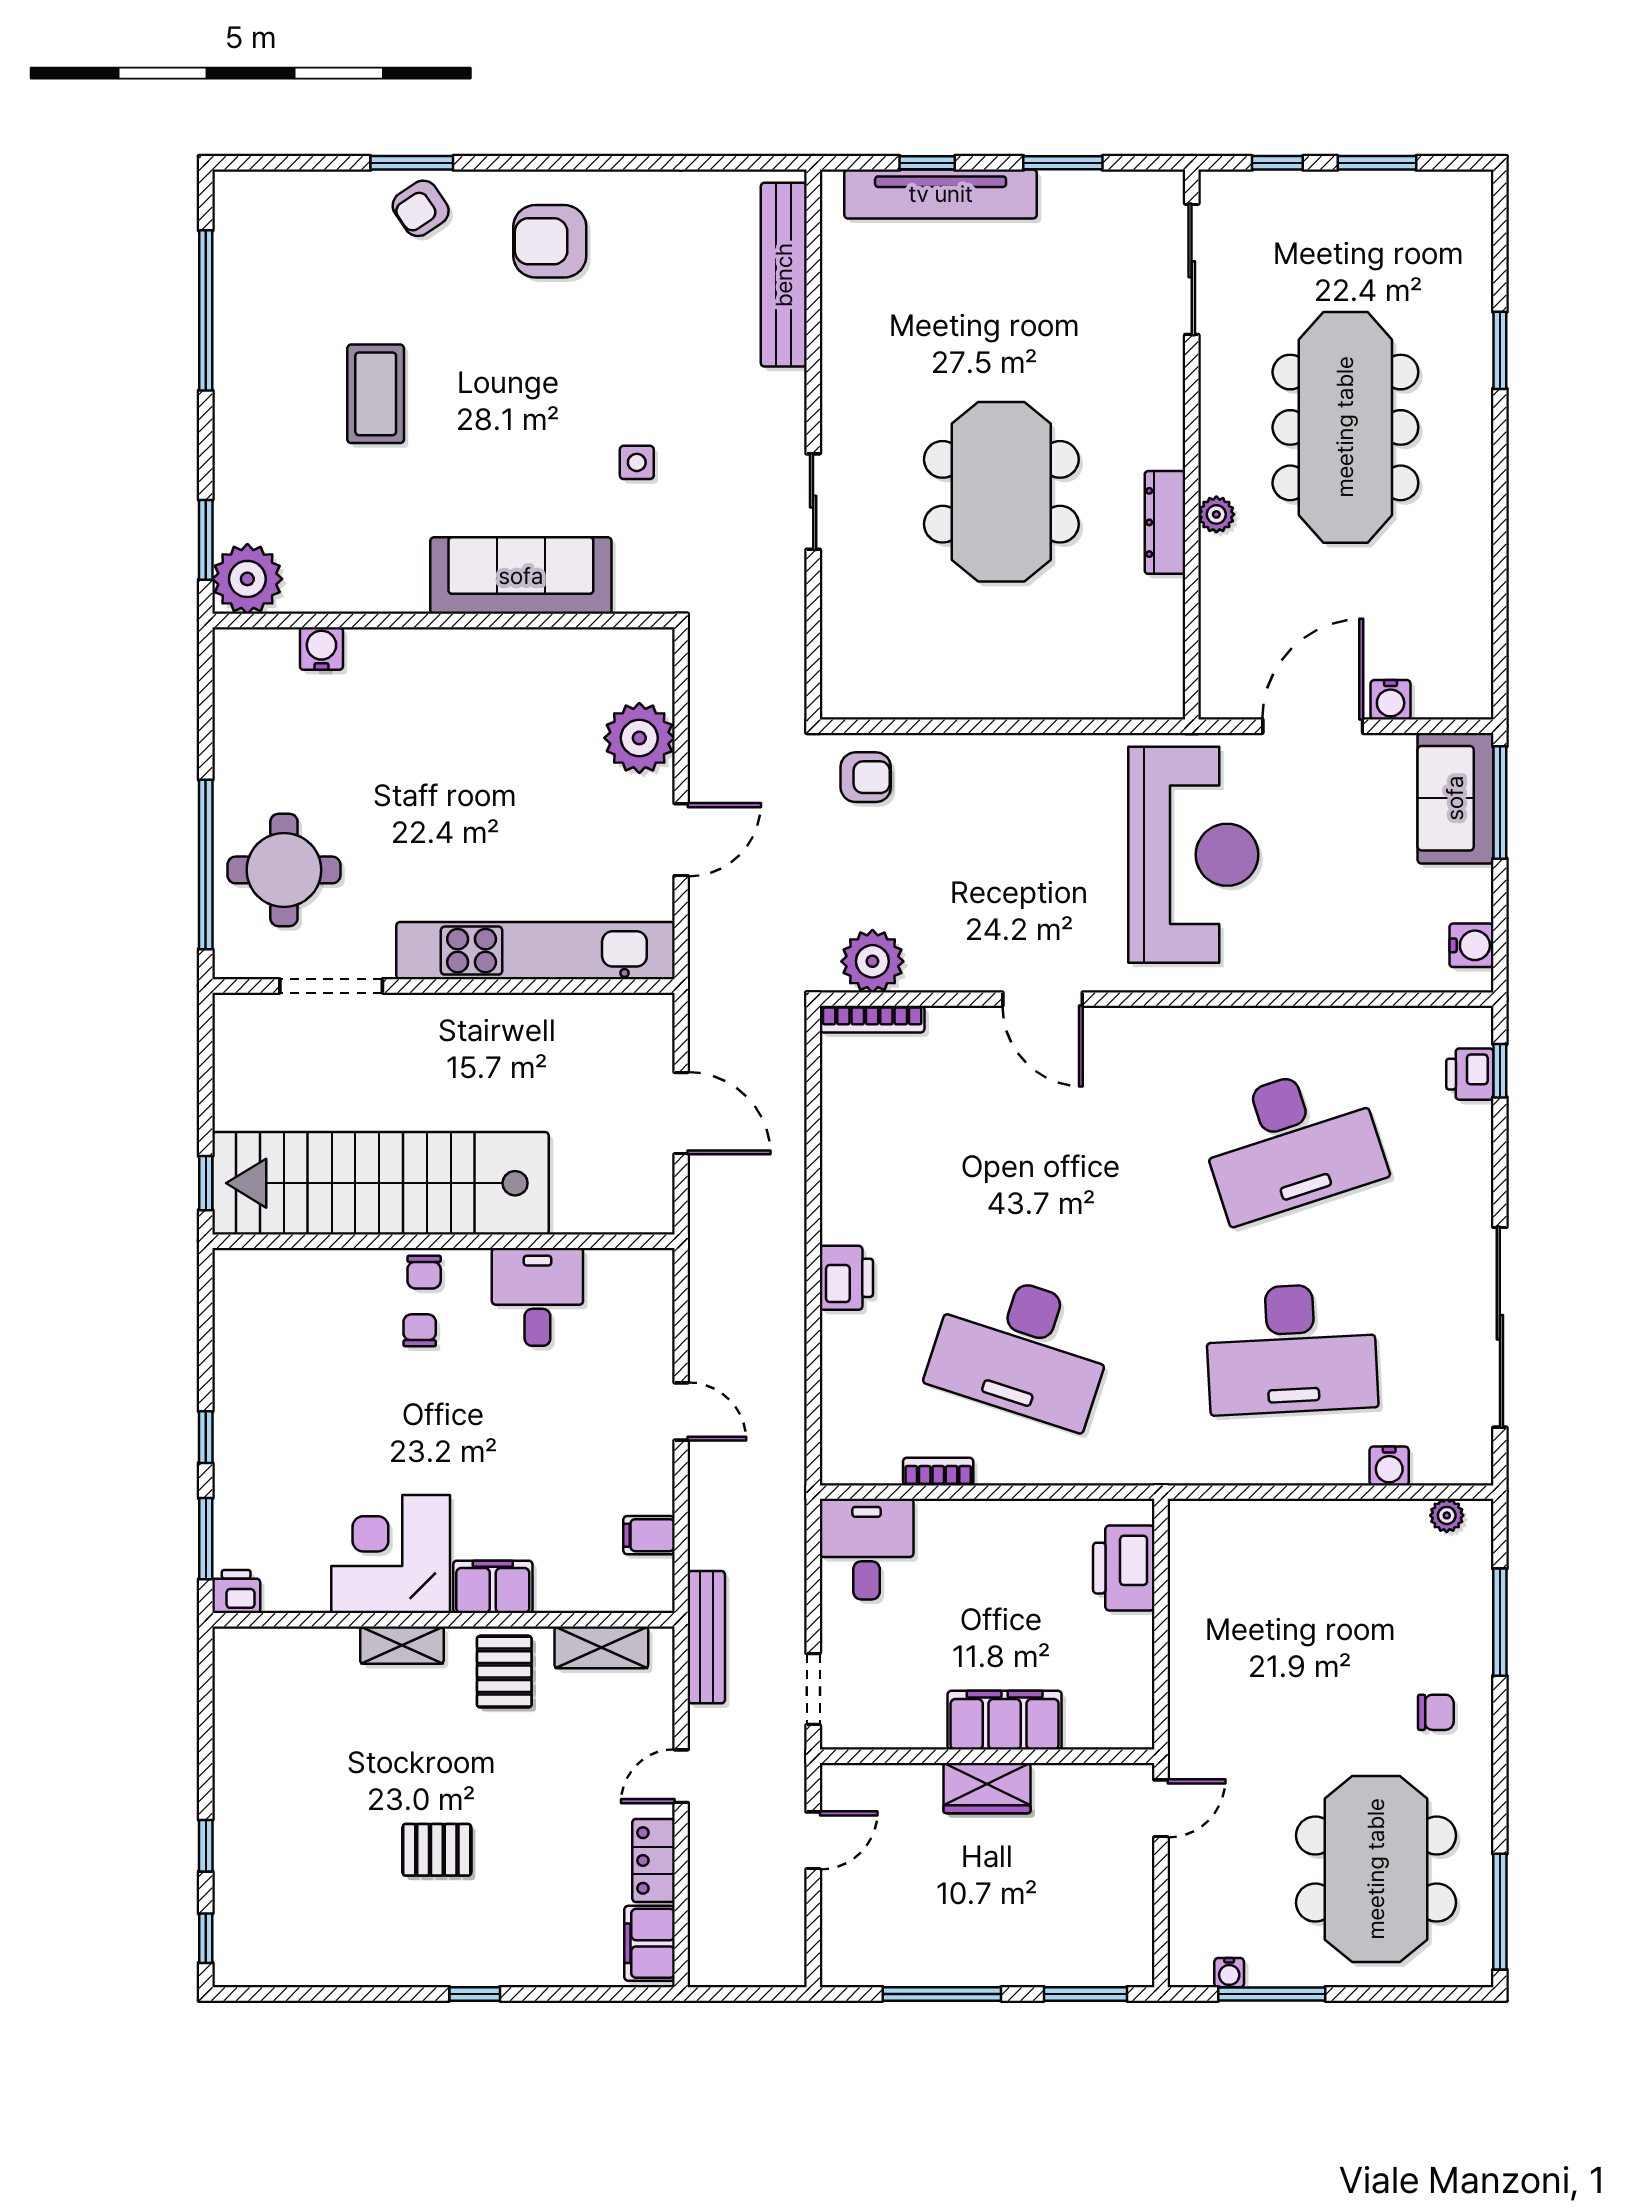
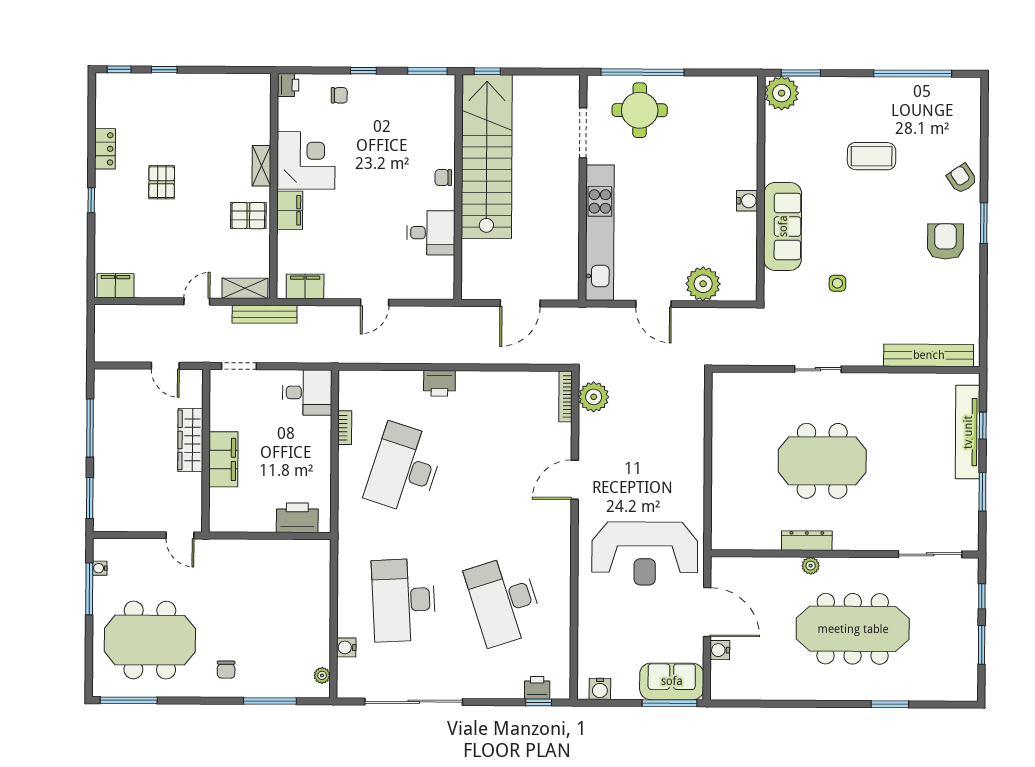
window: (412, 163) -> (984, 223), moved
water cooler: (321, 649) -> (747, 201), moved
armchair: (866, 777) -> (683, 394), removed
chair: (420, 1330) -> (339, 95), moved
filing cabinet: (649, 1535) -> (305, 286), width x2.00
window: (206, 1539) -> (427, 71), moved
shelving: (601, 1647) -> (245, 288), moved, turned 90
door: (681, 1776) -> (197, 302), hinge flipped
wardrobe: (987, 1788) -> (190, 440), width x1.50
locker: (653, 1860) -> (105, 149), moved, turned 90

